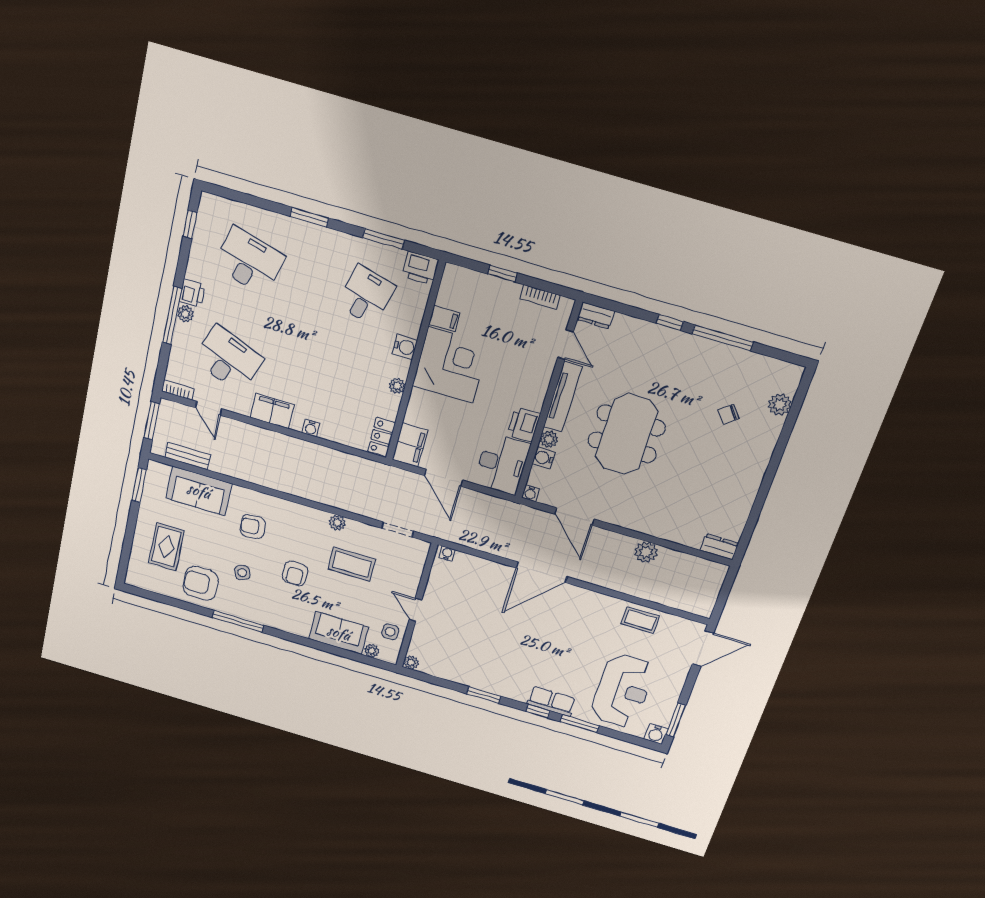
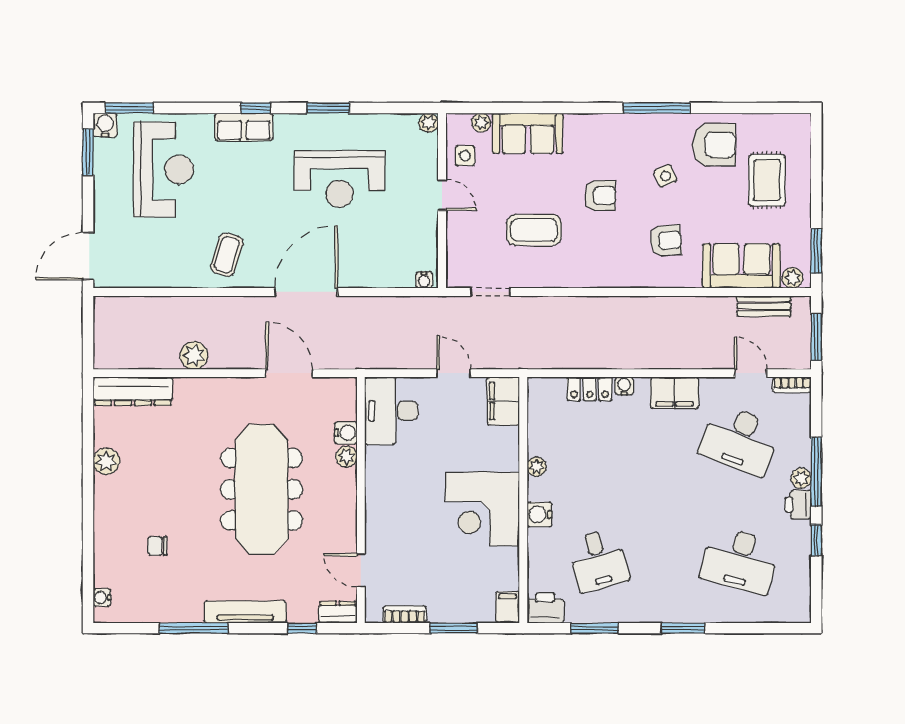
window: (190, 224) -> (816, 540), moved
window: (502, 274) -> (453, 628), width x1.50
desk: (366, 295) -> (598, 560), turned -30
filing cabinet: (444, 318) -> (508, 607), moved, turned 90
window: (670, 322) -> (302, 628), moved
tv unit: (563, 397) -> (245, 612), moved, turned 90
plant: (780, 404) -> (106, 461), moved
chair: (729, 414) -> (157, 546), turned -142
printer: (524, 424) -> (380, 465), removed
meeting table: (627, 434) -> (262, 489), width x1.36
locker: (381, 437) -> (590, 389), moved, turned 90
door: (444, 478) -> (454, 373), width x0.73
water cooler: (530, 493) -> (102, 597), moved, turned -90
plant: (337, 523) -> (792, 278), moved
dresser: (719, 547) -> (133, 391), width x1.96, depth x1.24
armchair: (295, 574) -> (600, 196), turned 90
coffee table: (640, 620) -> (227, 255), moved, turned -73
reception desk: (490, 644) -> (340, 179), added
reception desk: (623, 691) -> (163, 169), turned 180
window: (580, 724) -> (129, 108), moved

